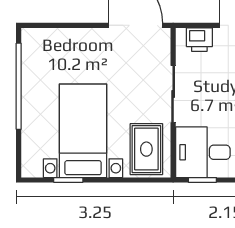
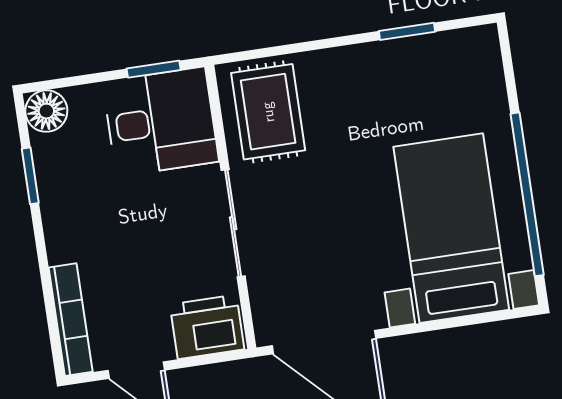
printer: (199, 40) -> (207, 327), width x1.36, depth x1.24
bed with nightstands: (83, 131) -> (451, 228), moved, turned 180

